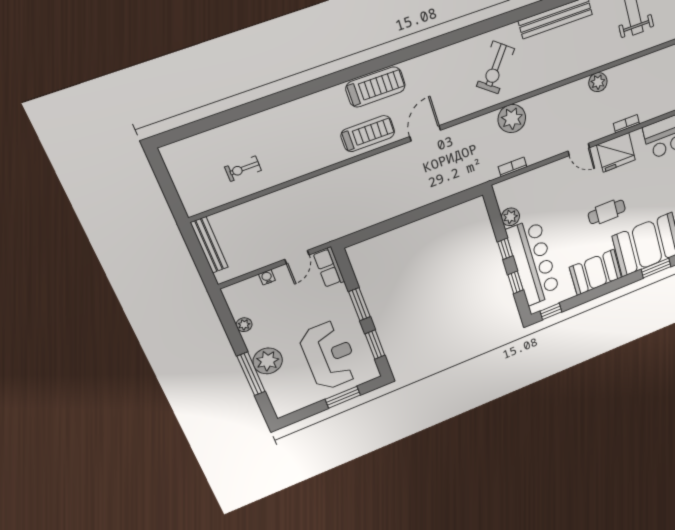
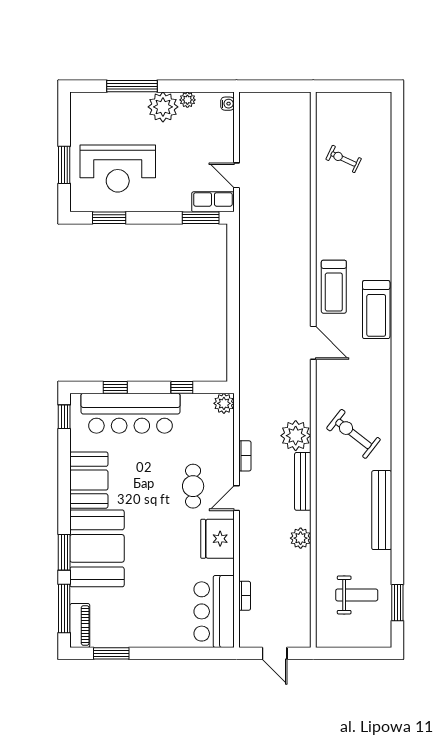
bookcase: (626, 124) -> (245, 596), moved
bookcase: (513, 167) -> (245, 456), moved
exercise bike: (243, 169) -> (344, 159), turned -65
cafe table: (607, 212) -> (193, 486), moved
plant: (510, 217) -> (224, 403), moved
bench: (209, 245) -> (303, 481), moved, turned 90
window: (505, 249) -> (182, 387), moved
water cooler: (267, 277) -> (228, 104), moved
window: (359, 304) -> (201, 218), moved
plant: (268, 361) -> (163, 107), moved

